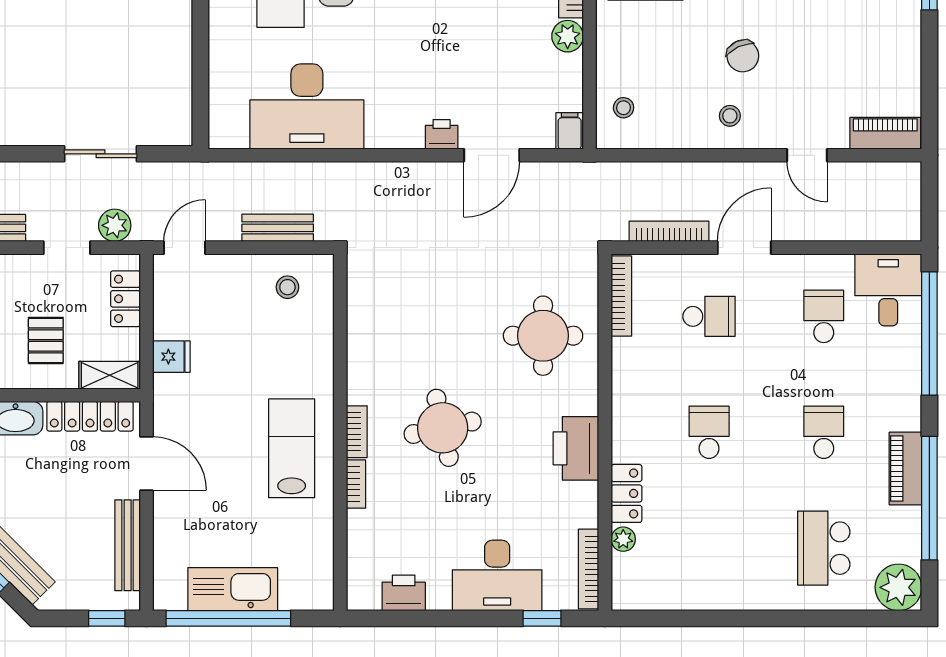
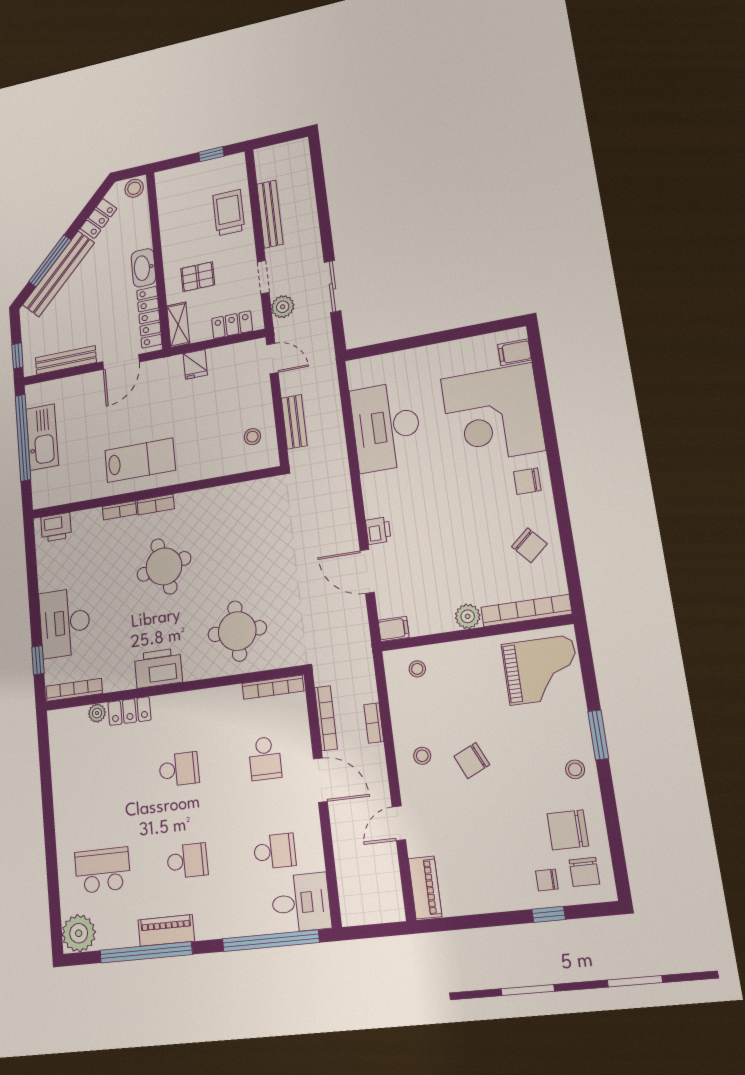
bookcase: (683, 171) -> (374, 723), added
printer: (404, 593) -> (56, 527), moved, turned 90

